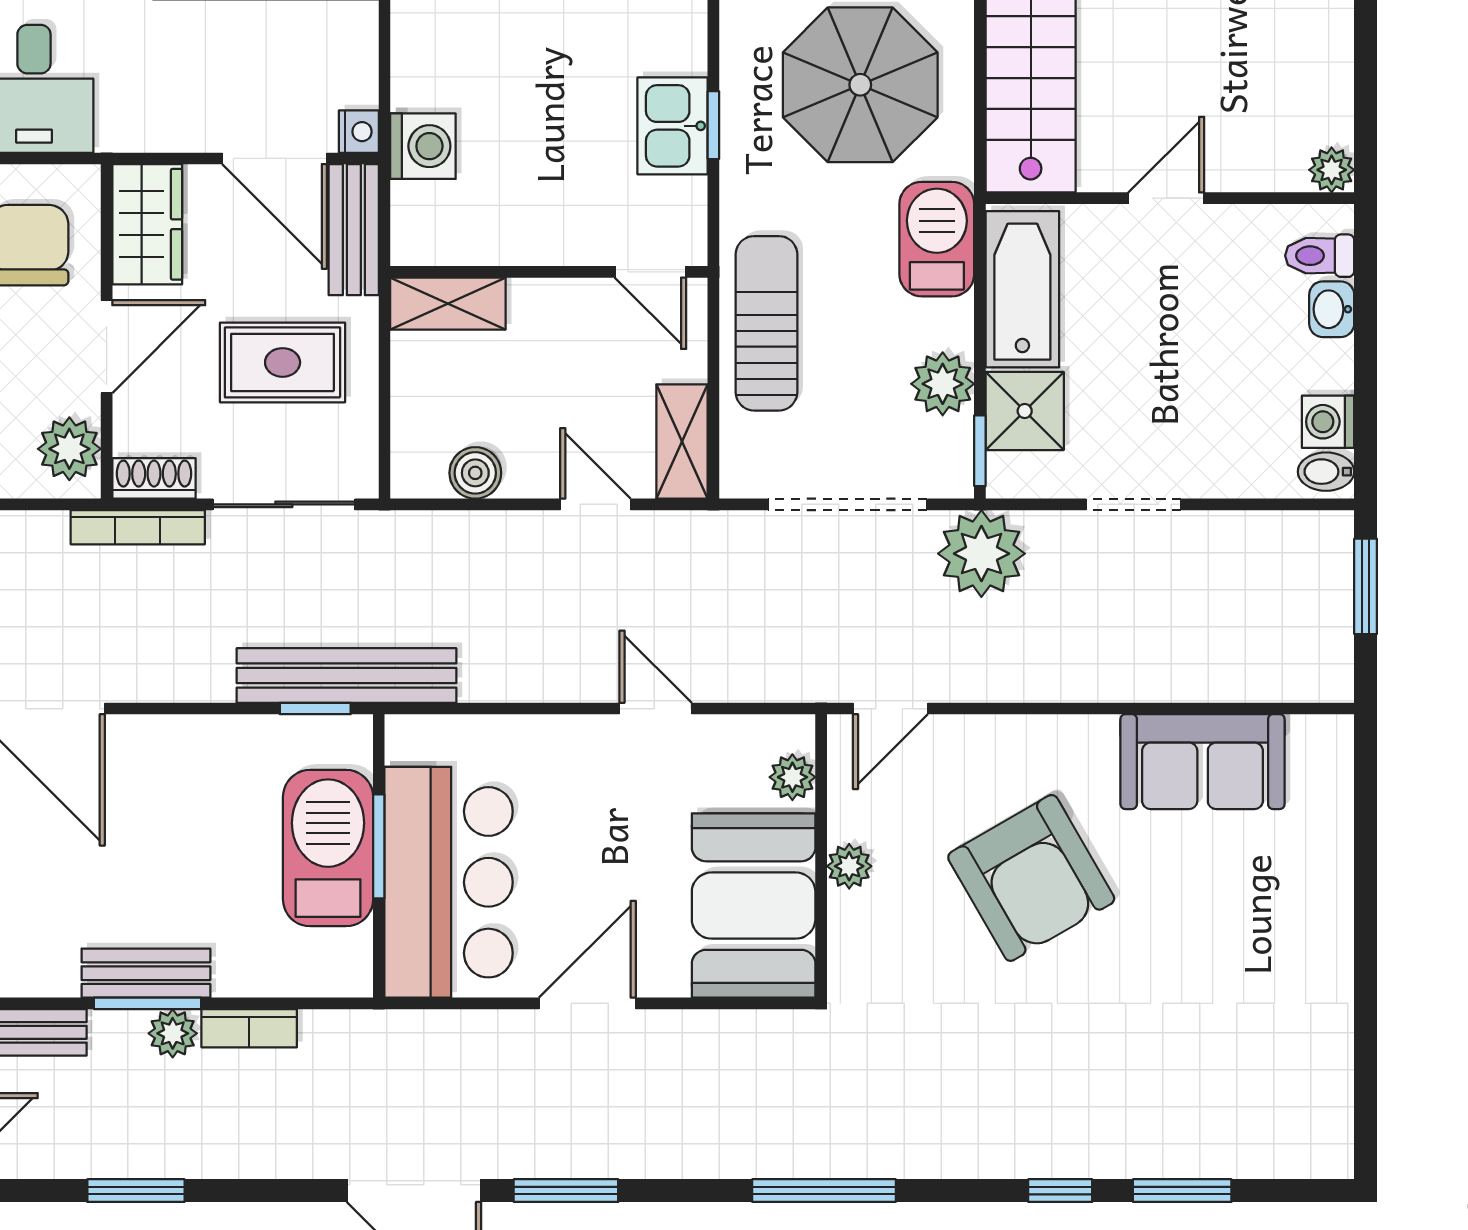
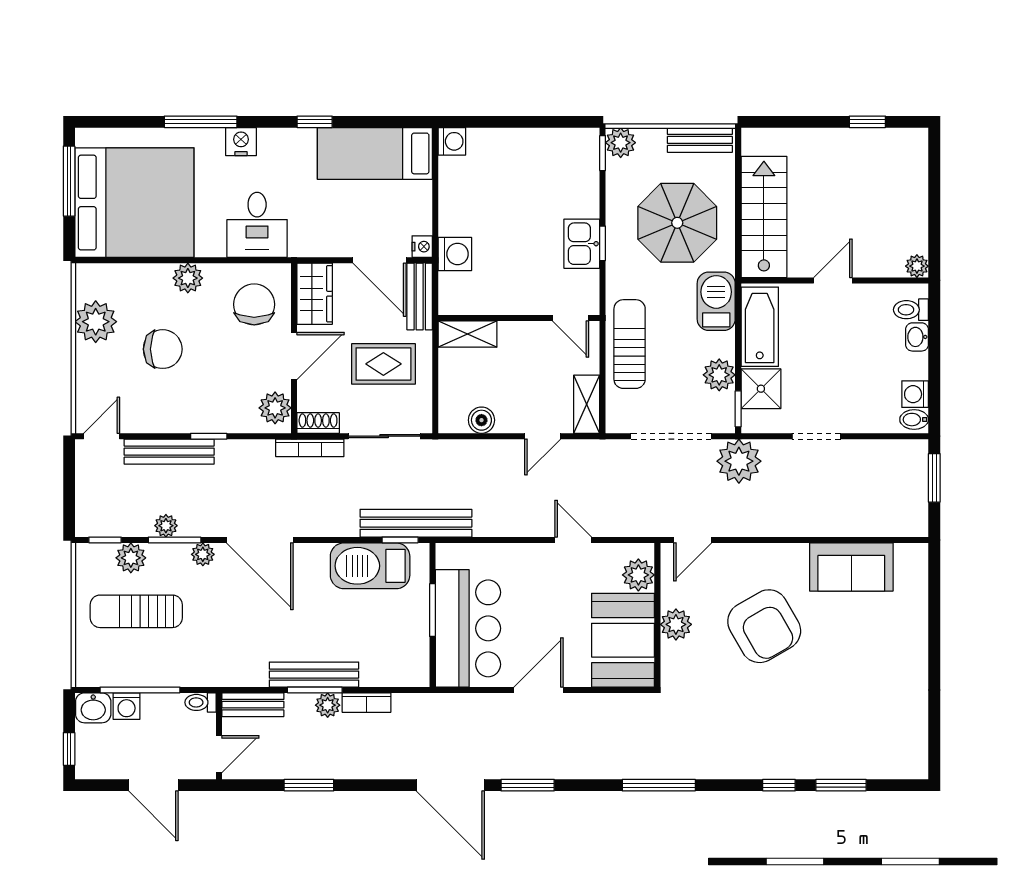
door: (595, 504) -> (543, 436), swing flipped
plant: (792, 777) -> (638, 575), width x1.38, depth x1.38
barbecue: (328, 848) -> (370, 566), moved, turned -90
plant: (849, 866) -> (676, 624), width x1.38, depth x1.38
bench: (146, 973) -> (314, 675), width x1.36

